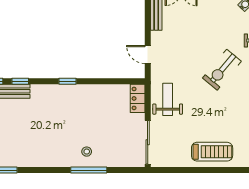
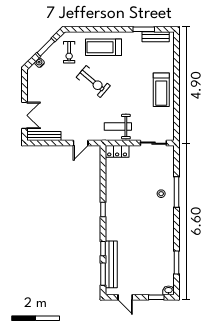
sliding door: (148, 142) -> (153, 143), width x0.73
treadmill: (212, 152) -> (161, 90), turned 180

